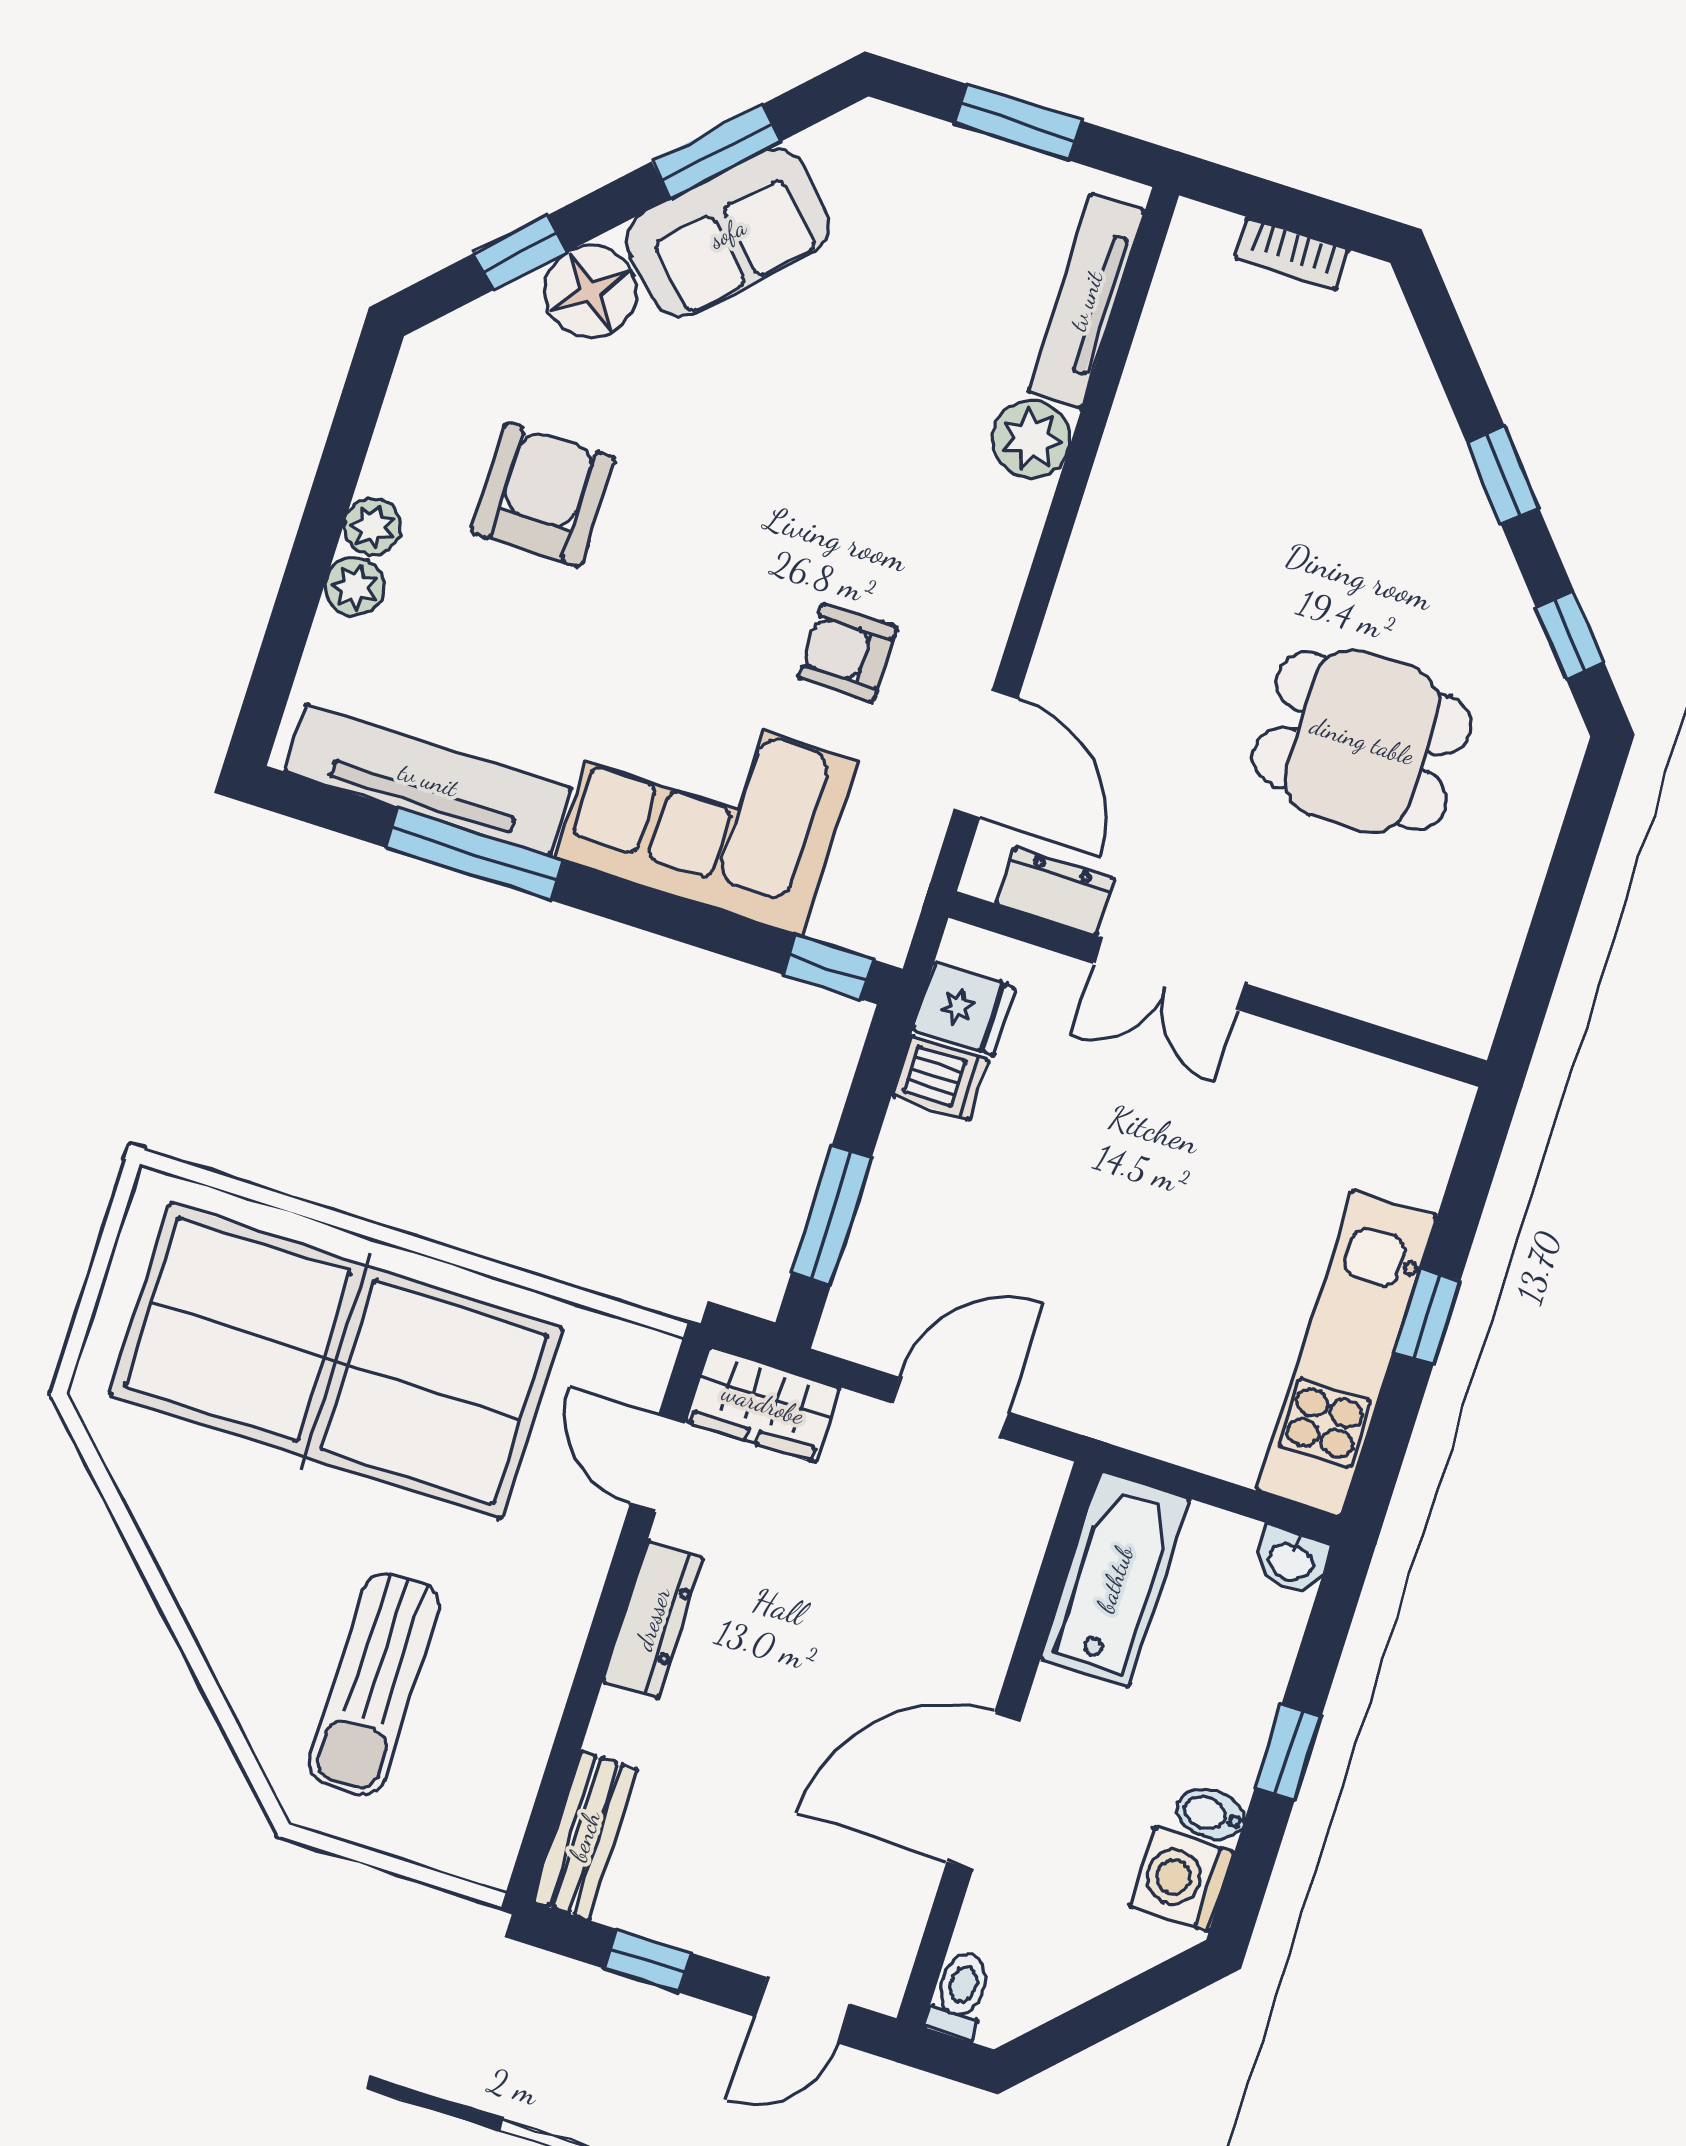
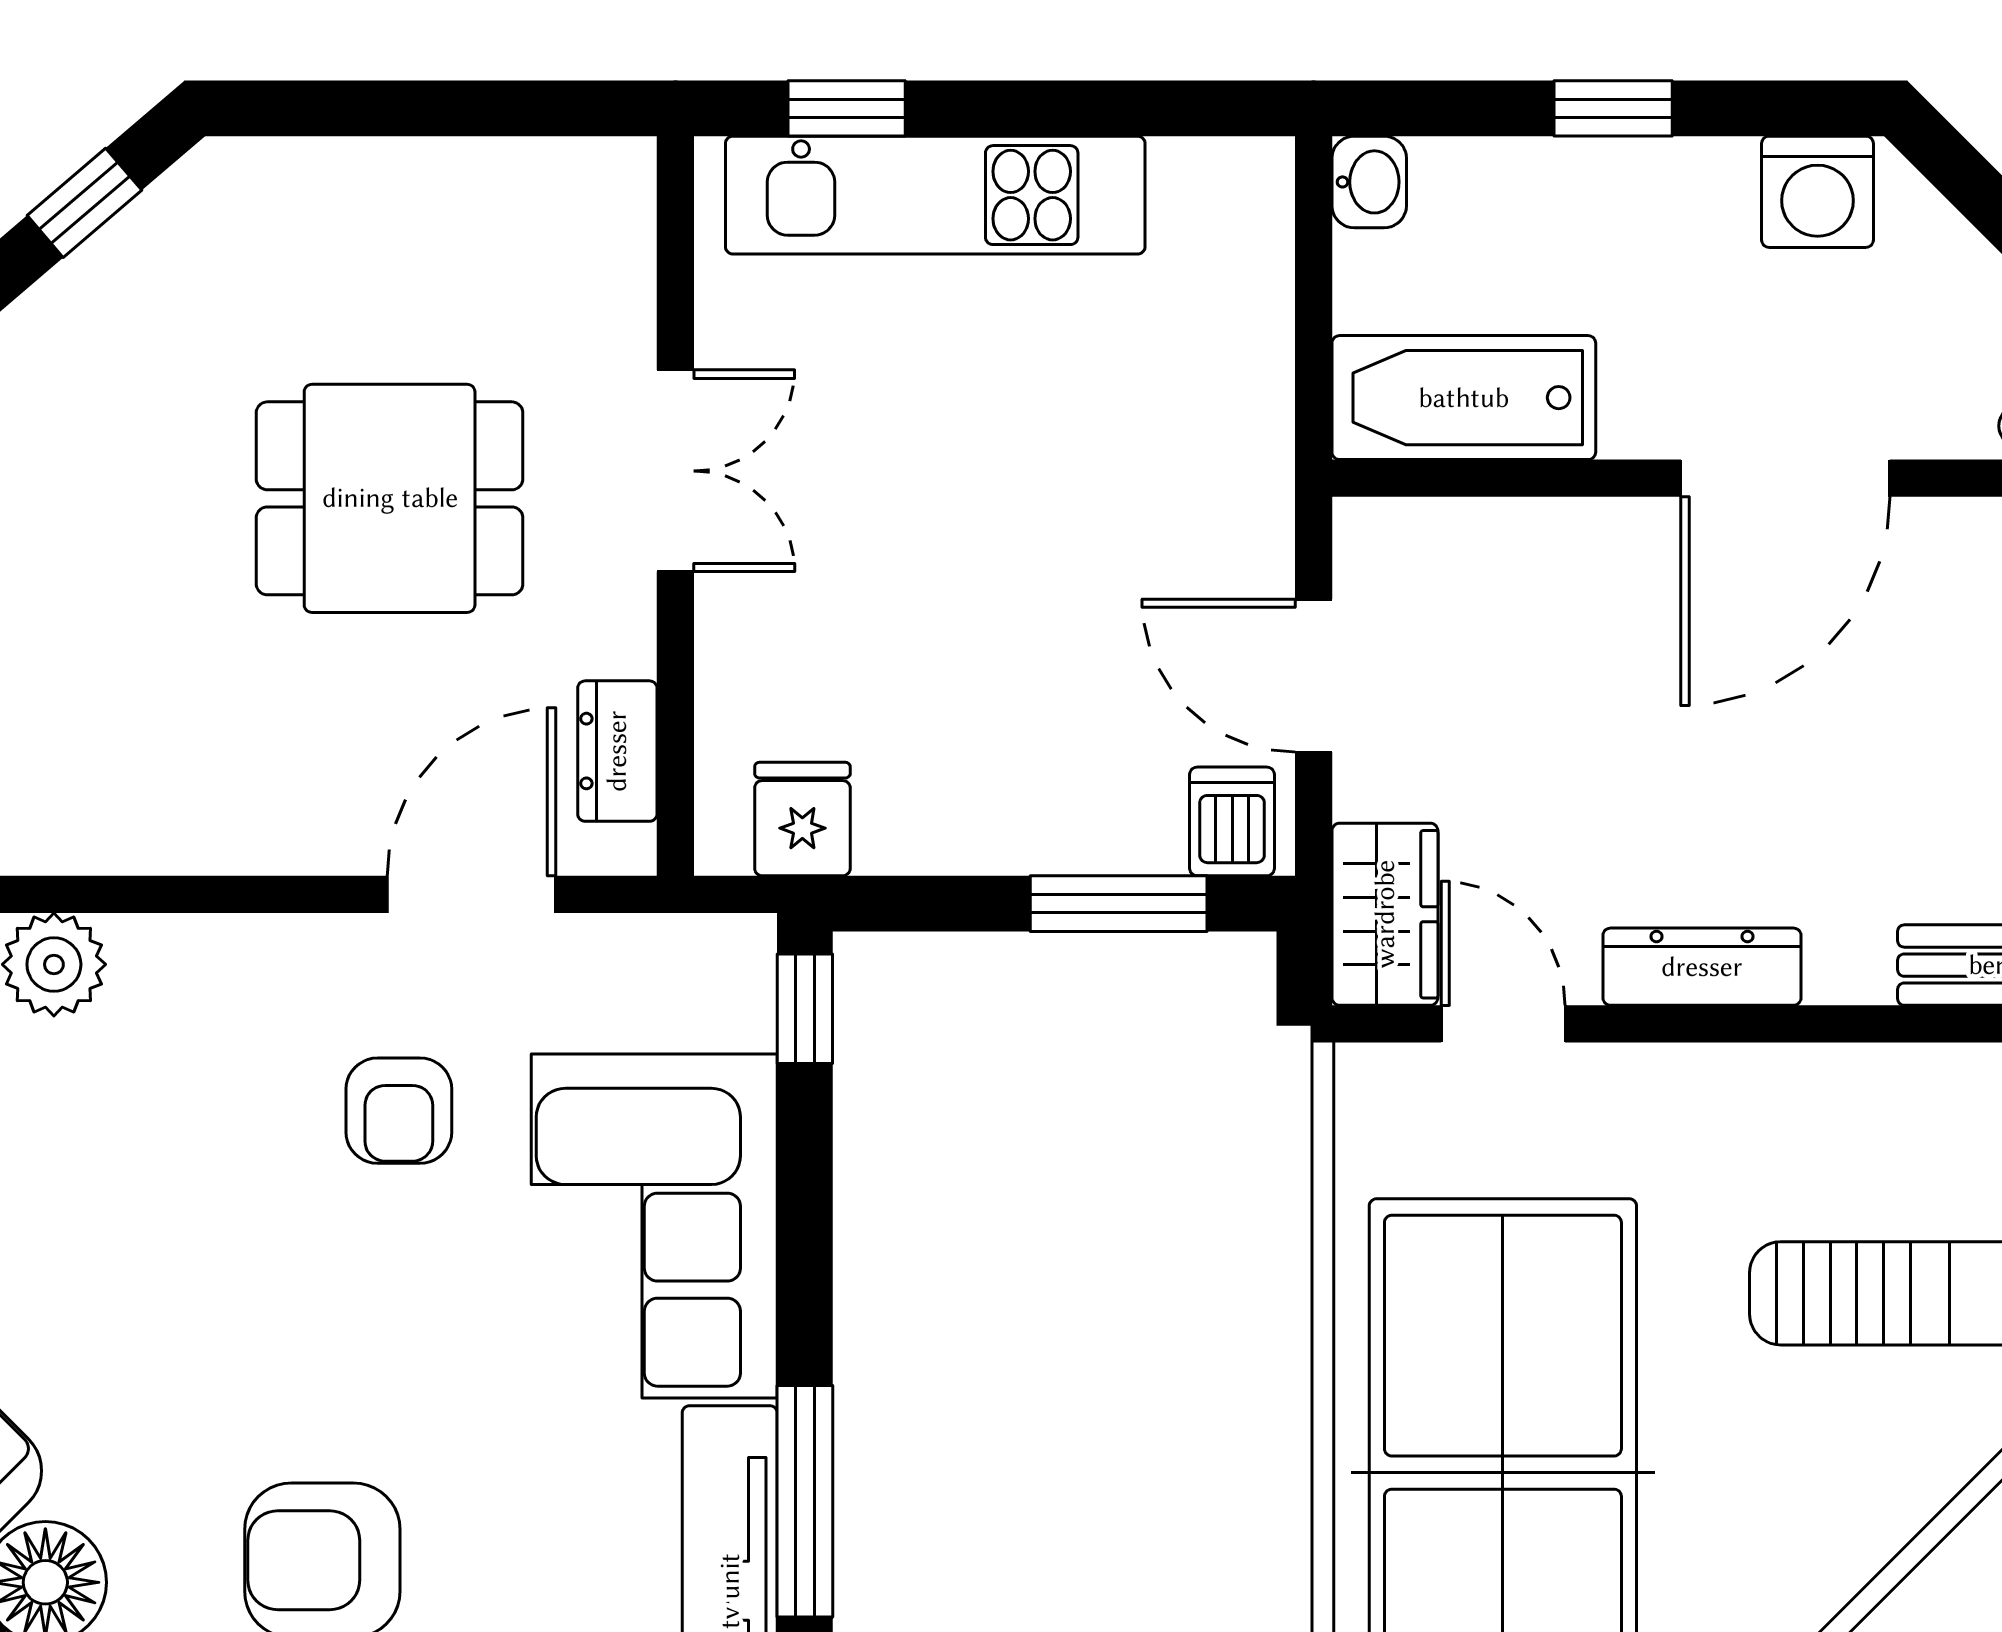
dining table: (1362, 741) -> (390, 498), moved, turned 90
double door: (1169, 974) -> (675, 471), moved
dishwasher: (940, 1078) -> (1232, 821), moved
window: (1427, 1316) -> (847, 108), moved
kitchen unit: (1347, 1354) -> (935, 195), moved
door: (657, 1464) -> (1503, 1024), swing flipped
door: (984, 1791) -> (1785, 478), hinge flipped
bidet: (1210, 1814) -> (1723, 182), removed

